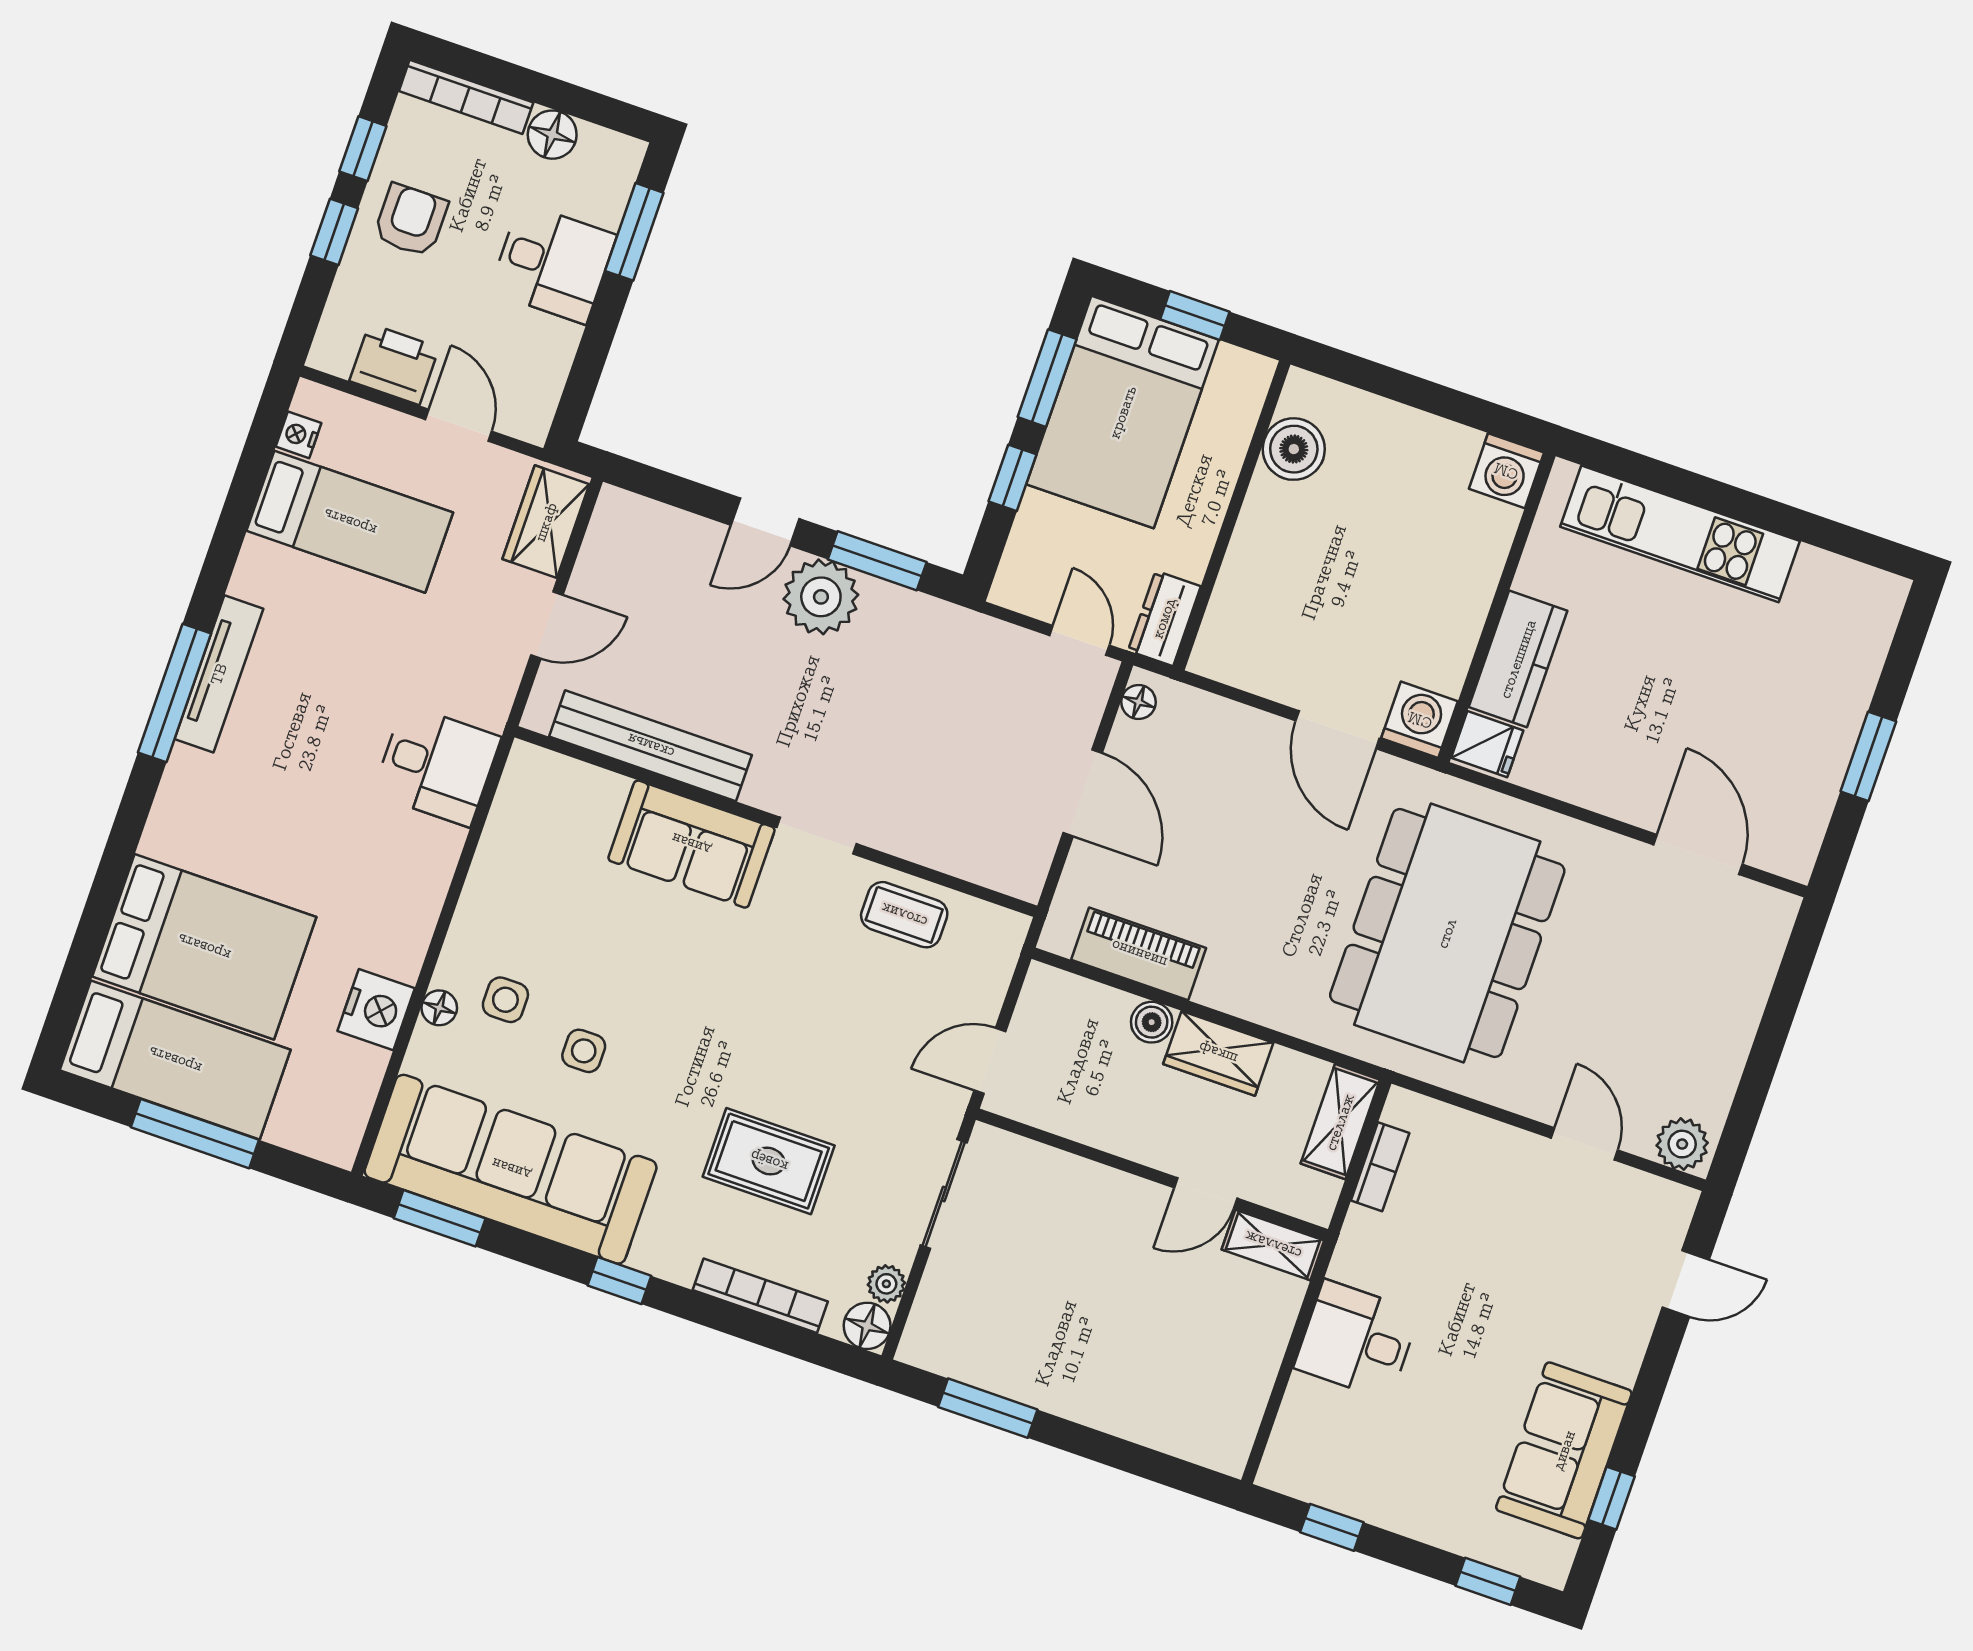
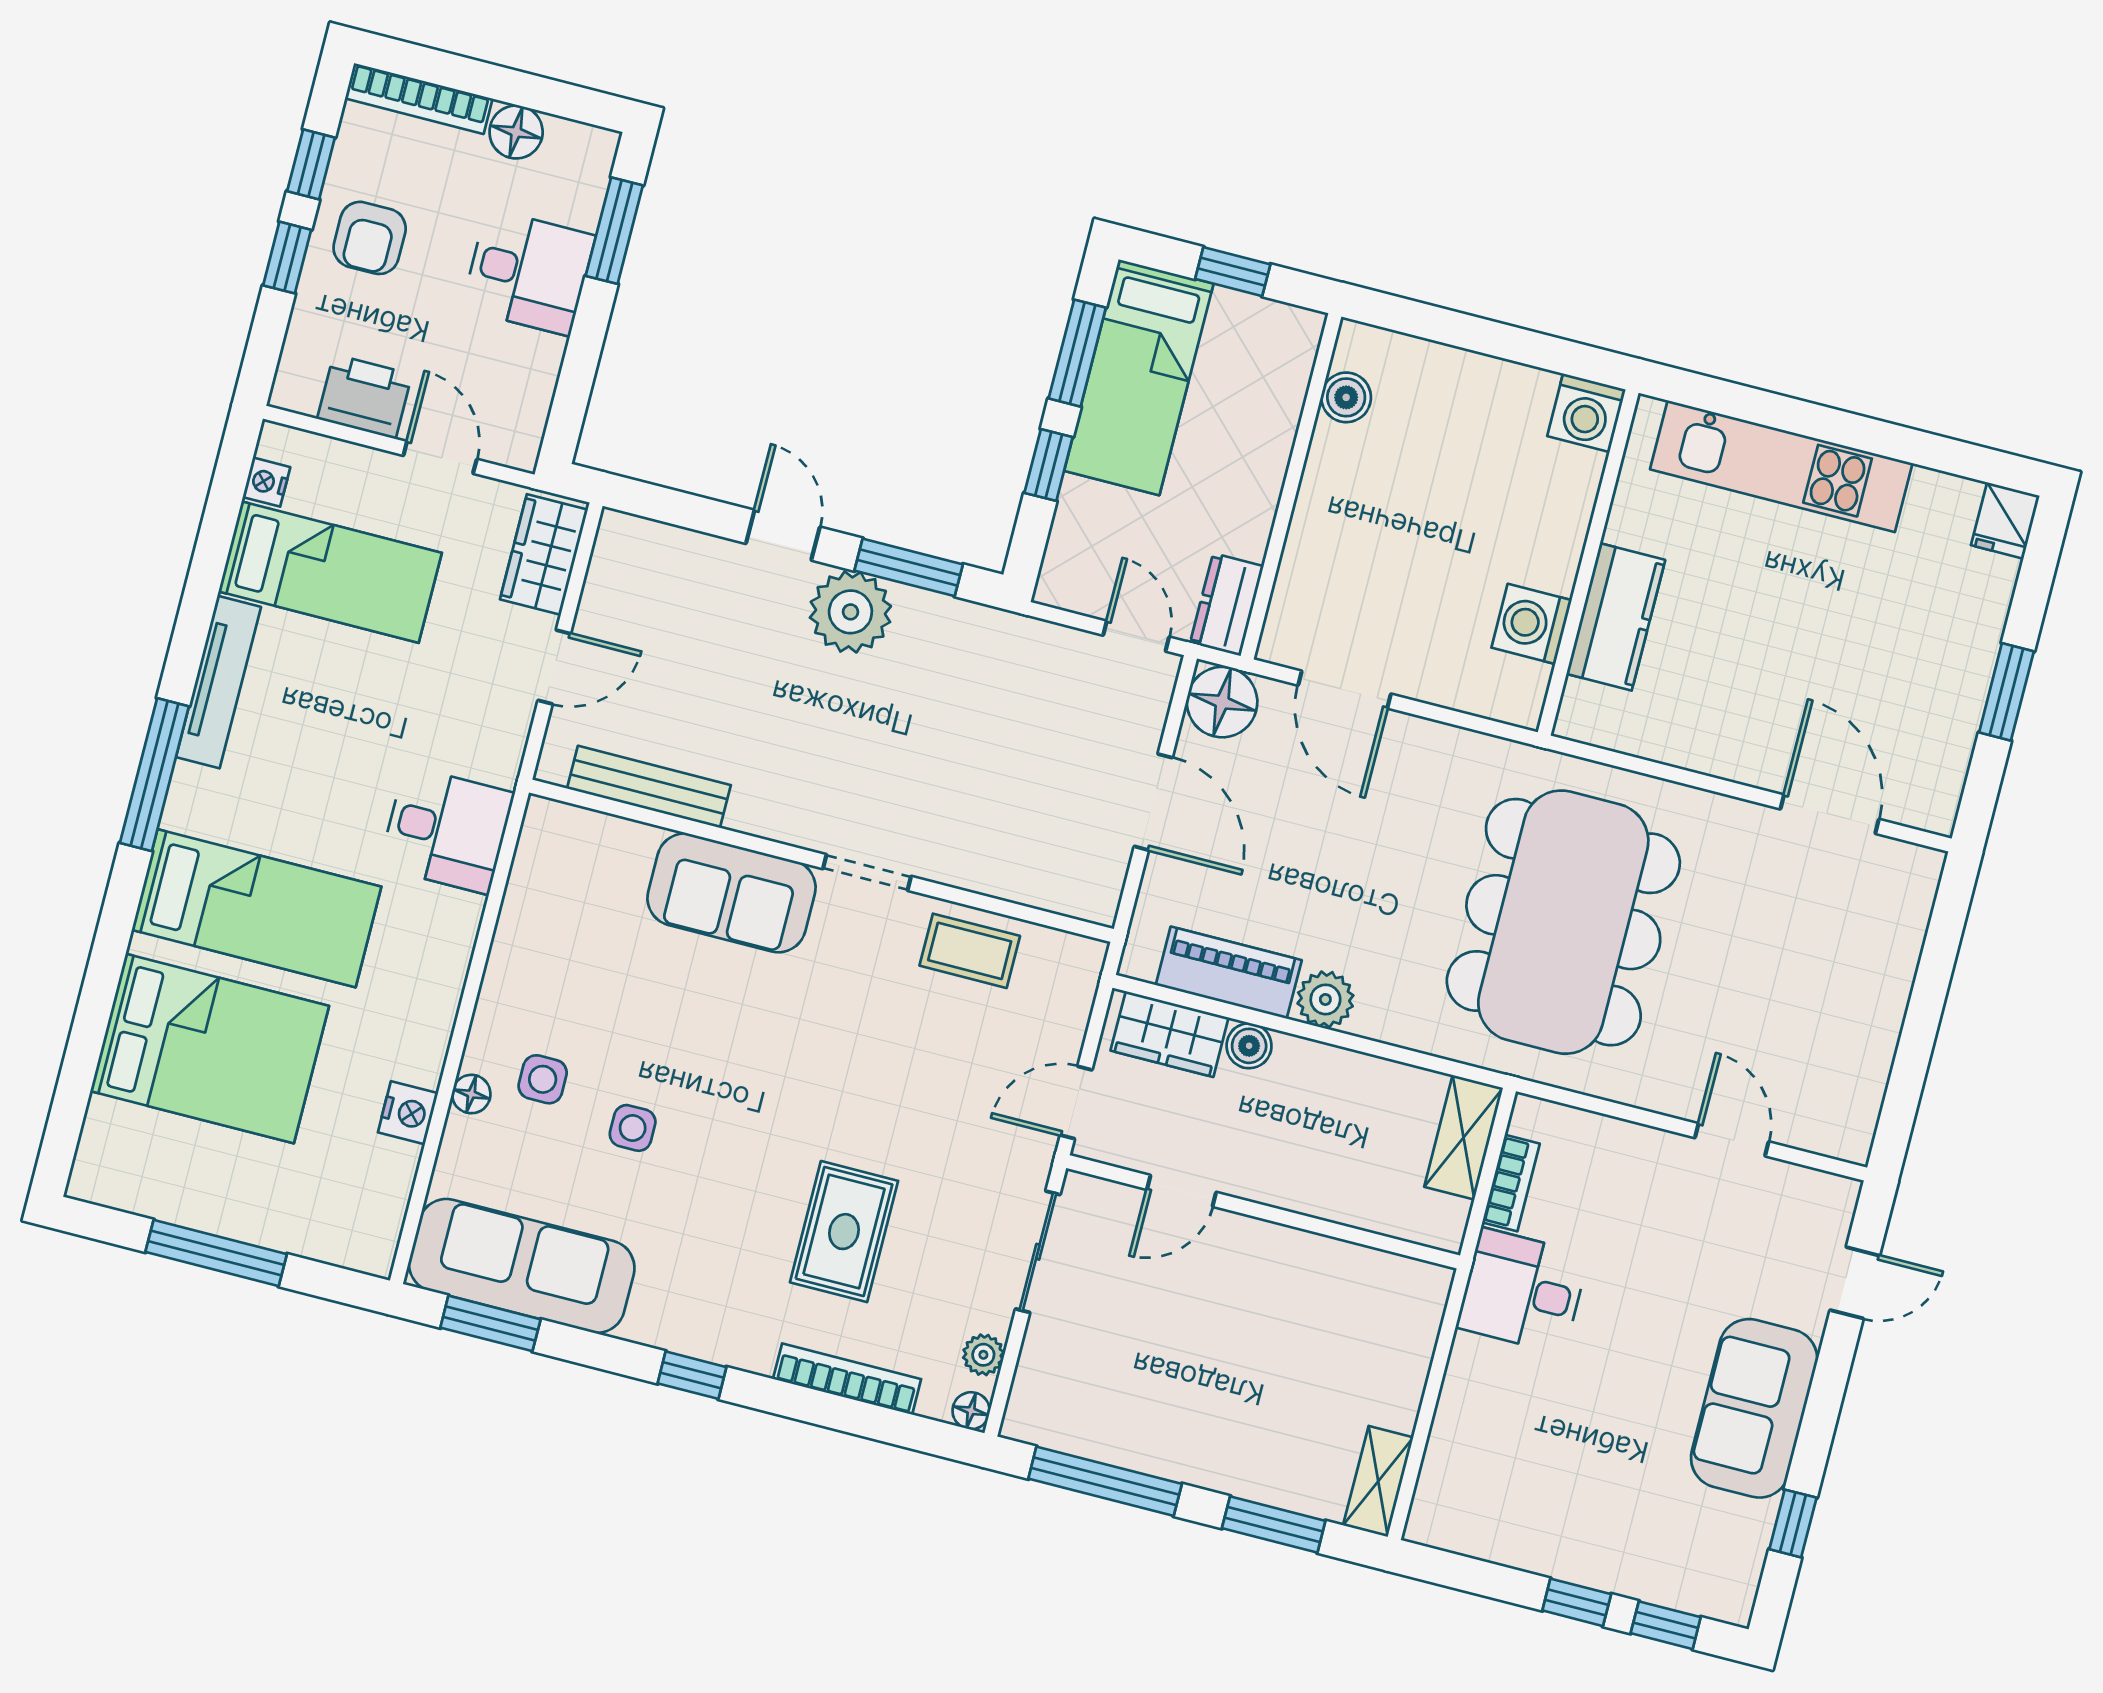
armchair: (411, 220) -> (370, 238), turned 180
bed: (1123, 412) -> (1139, 377), width x0.67
boiler: (1294, 449) -> (1346, 397), width x0.73, depth x0.73
door: (765, 522) -> (783, 535), swing flipped
tv unit: (219, 674) -> (218, 682), moved
floor lamp: (1139, 702) -> (1222, 702), width x1.89, depth x1.89
washing machine: (1420, 720) -> (1532, 624), moved, turned -90
door: (1337, 730) -> (1344, 690), moved
fridge: (1487, 744) -> (2005, 521), moved, turned 90
bench: (651, 746) -> (649, 787), width x0.73, depth x0.82
nightstand: (376, 1010) -> (408, 1113), width x0.74, depth x0.75
wardrobe: (1218, 1053) -> (1170, 1034), moved
bed: (175, 1060) -> (256, 908), moved
plant: (1682, 1144) -> (1325, 999), moved
rug: (769, 1161) -> (844, 1232), turned 90
sofa: (511, 1169) -> (522, 1266), width x0.74, depth x0.79
door: (1206, 1193) -> (1181, 1191), moved
shelving: (1273, 1245) -> (1378, 1481), moved, turned 90
floor lamp: (867, 1326) -> (971, 1411), width x0.73, depth x0.73
desk: (1357, 1340) -> (1522, 1291), moved
window: (988, 1408) -> (1105, 1481), width x1.44
sofa: (1564, 1450) -> (1754, 1408), moved
window: (1138, 1460) -> (1274, 1525), added
window: (1332, 1527) -> (1577, 1602), moved

